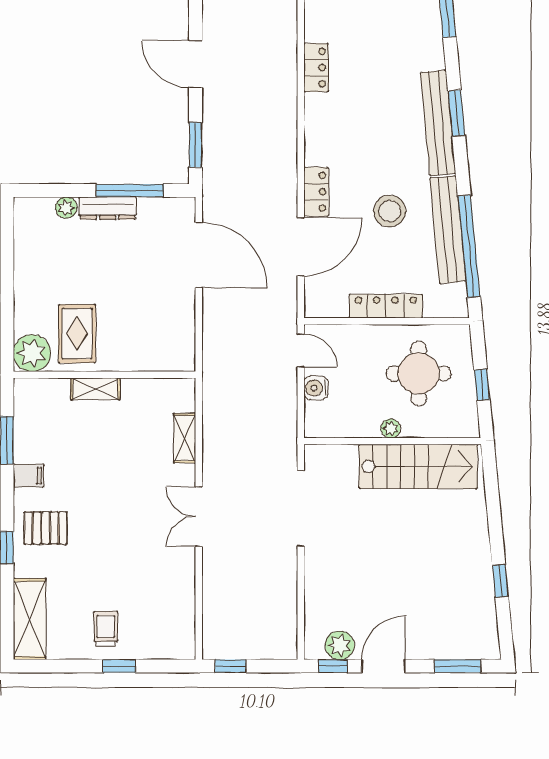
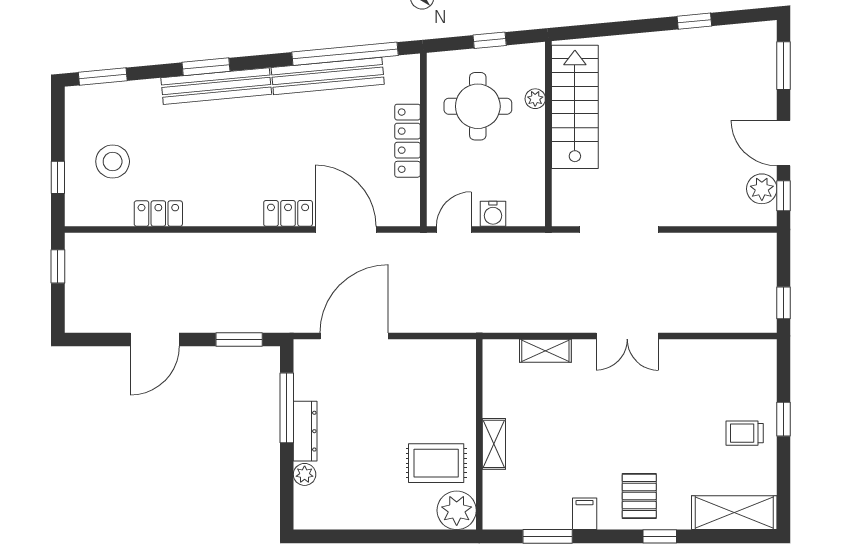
stool: (390, 211) -> (113, 161), moved
plant: (391, 428) -> (535, 99), moved

